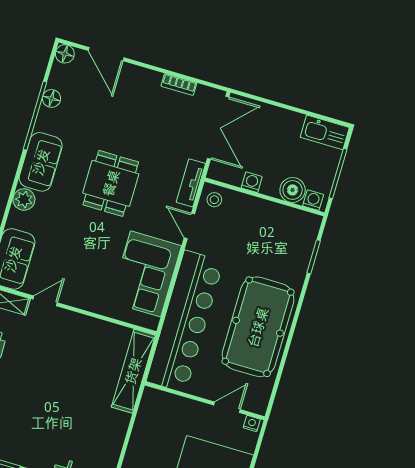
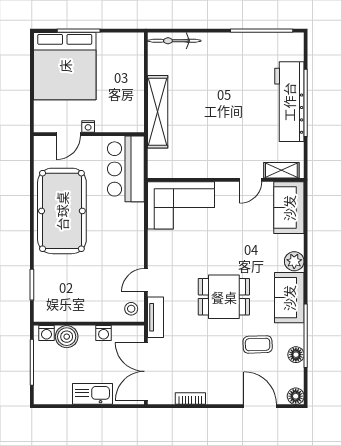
coffee table: (90, 121) -> (258, 344), added
kitchen sink: (325, 132) -> (93, 394), moved
dining table: (111, 183) -> (224, 297), turned 90
door: (189, 226) -> (146, 280), swing flipped
corner sofa: (146, 274) -> (181, 205), moved, turned 90
bar counter: (185, 321) -> (126, 169), width x0.54
shelving: (133, 371) -> (158, 112), moved
nightstand: (252, 424) -> (88, 126), moved

